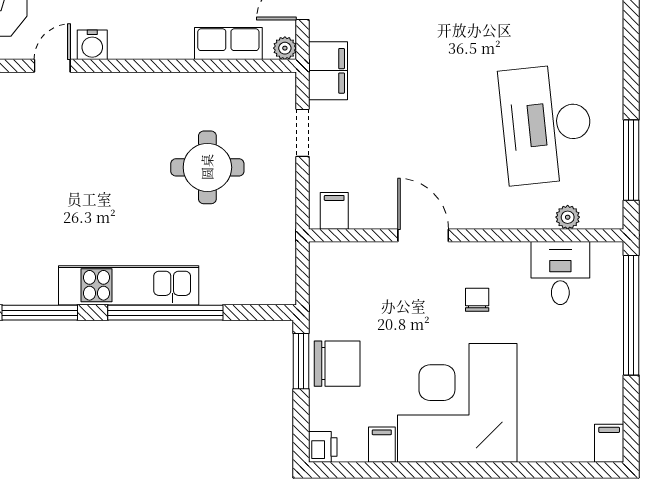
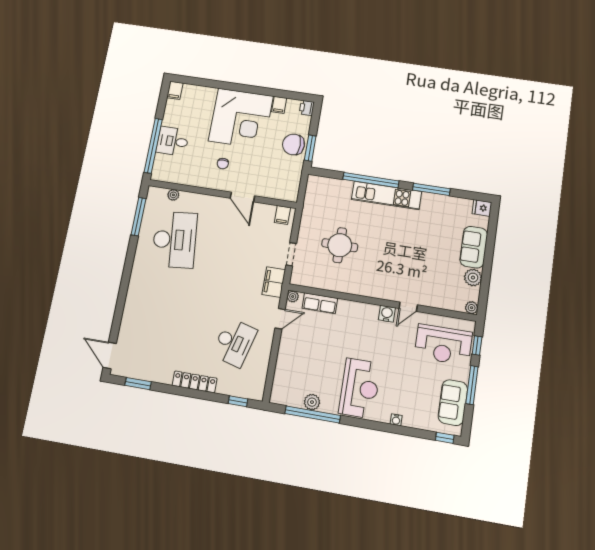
desk: (560, 273) -> (173, 141), moved, turned 90

